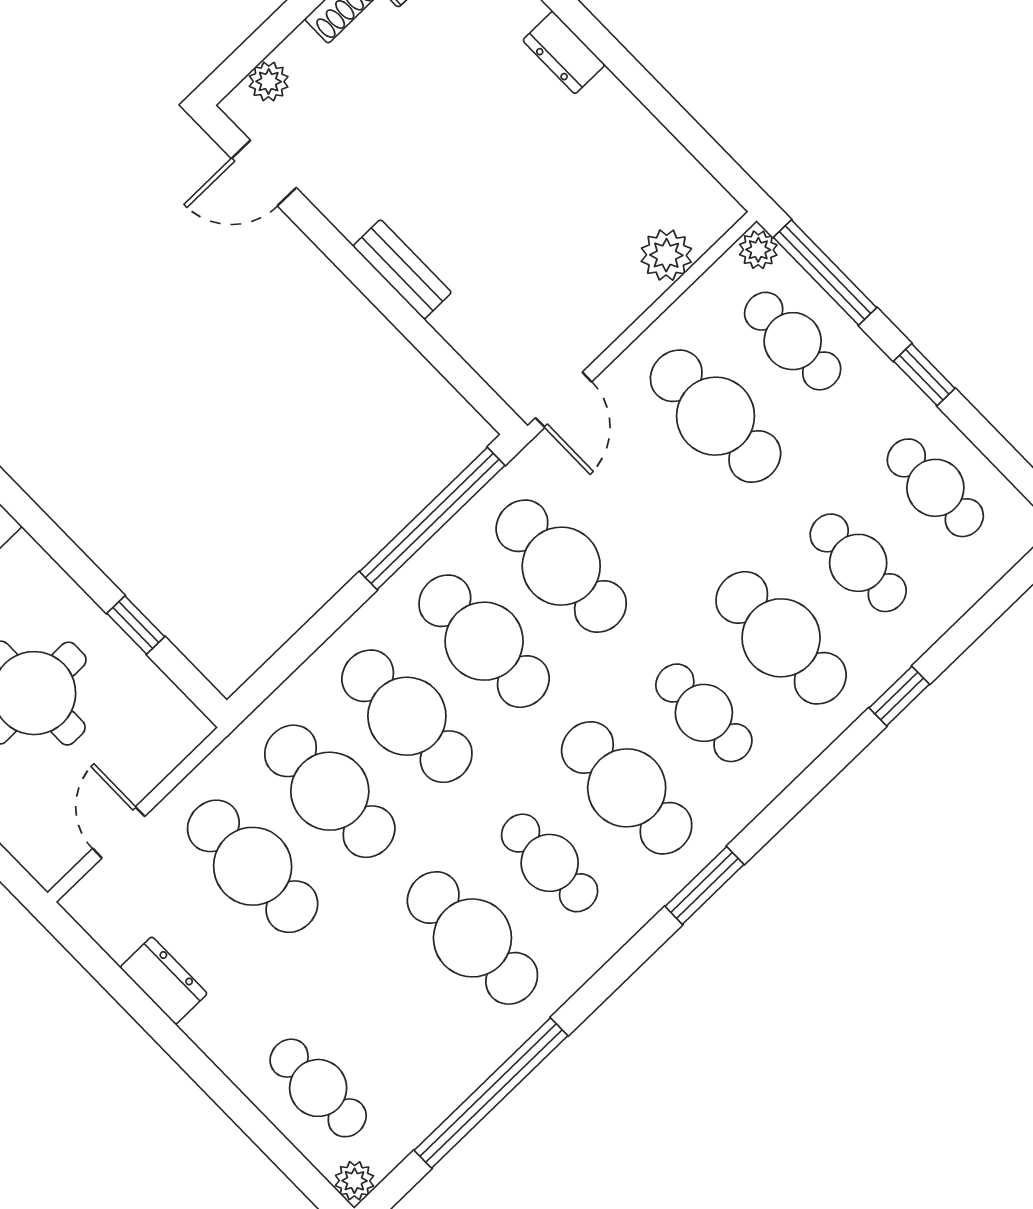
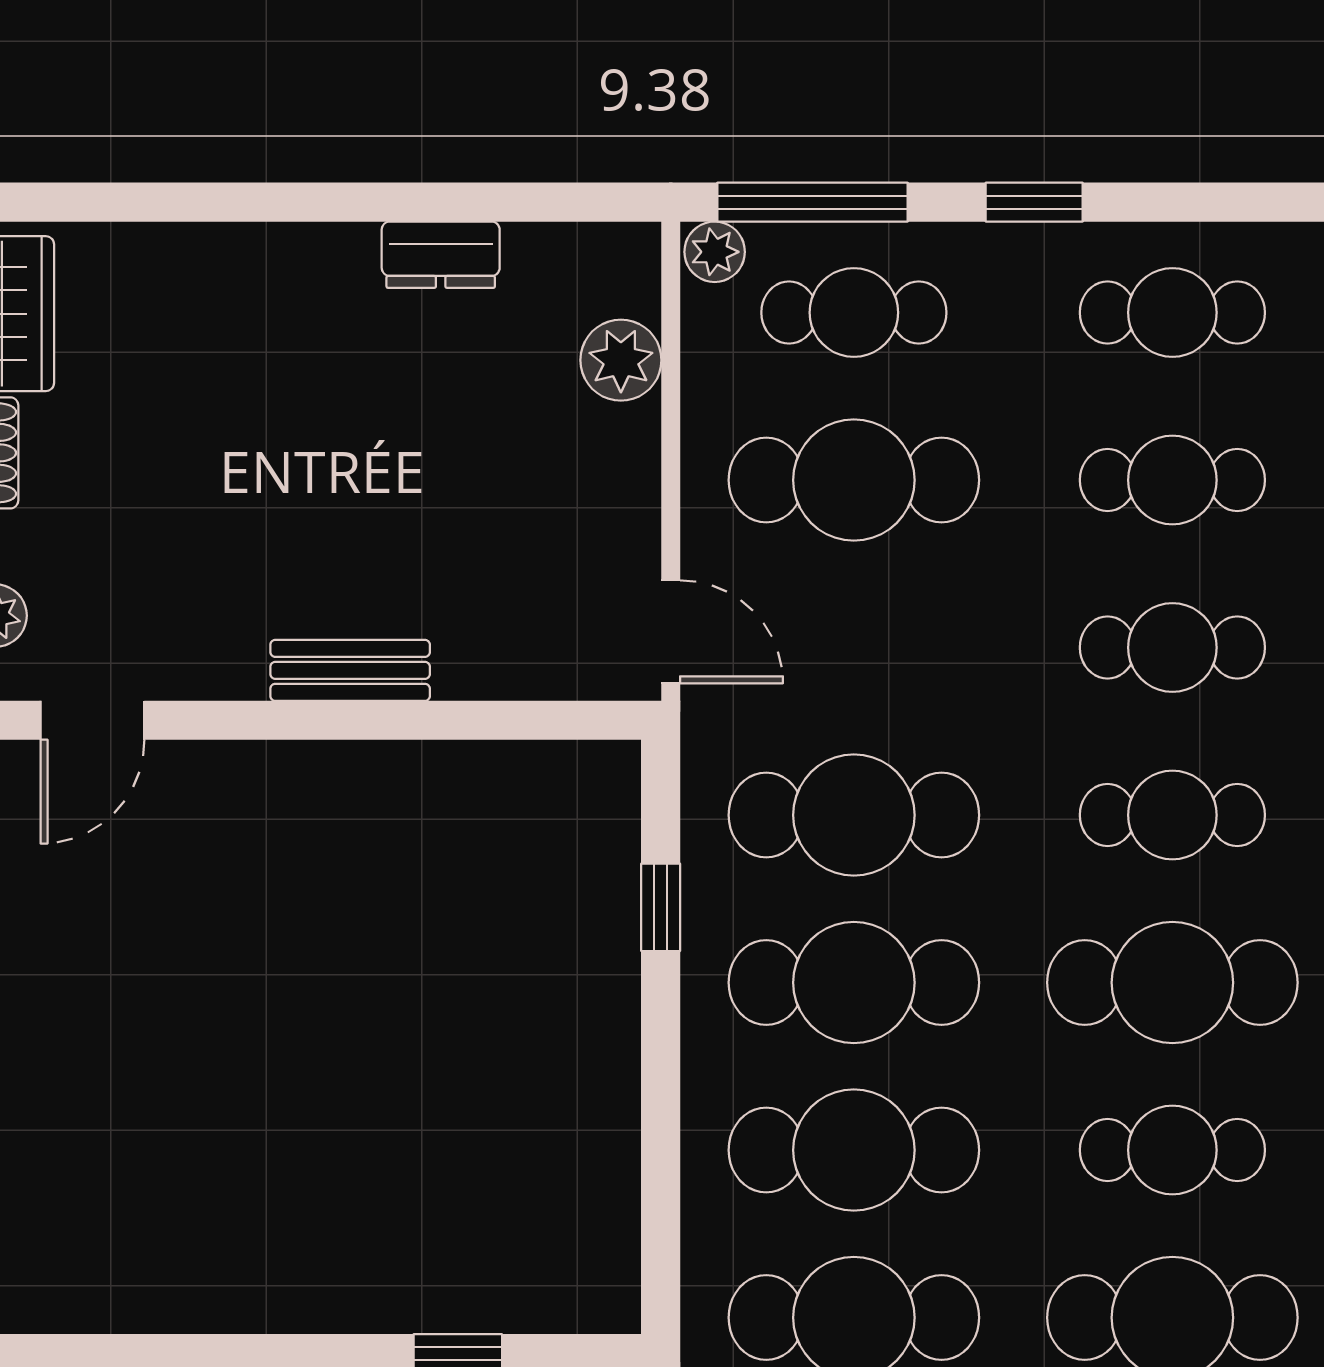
dresser: (564, 53) -> (441, 255), moved
window: (432, 518) -> (661, 907), width x0.32
cafe table: (781, 638) -> (1172, 648), width x0.73, depth x0.74

